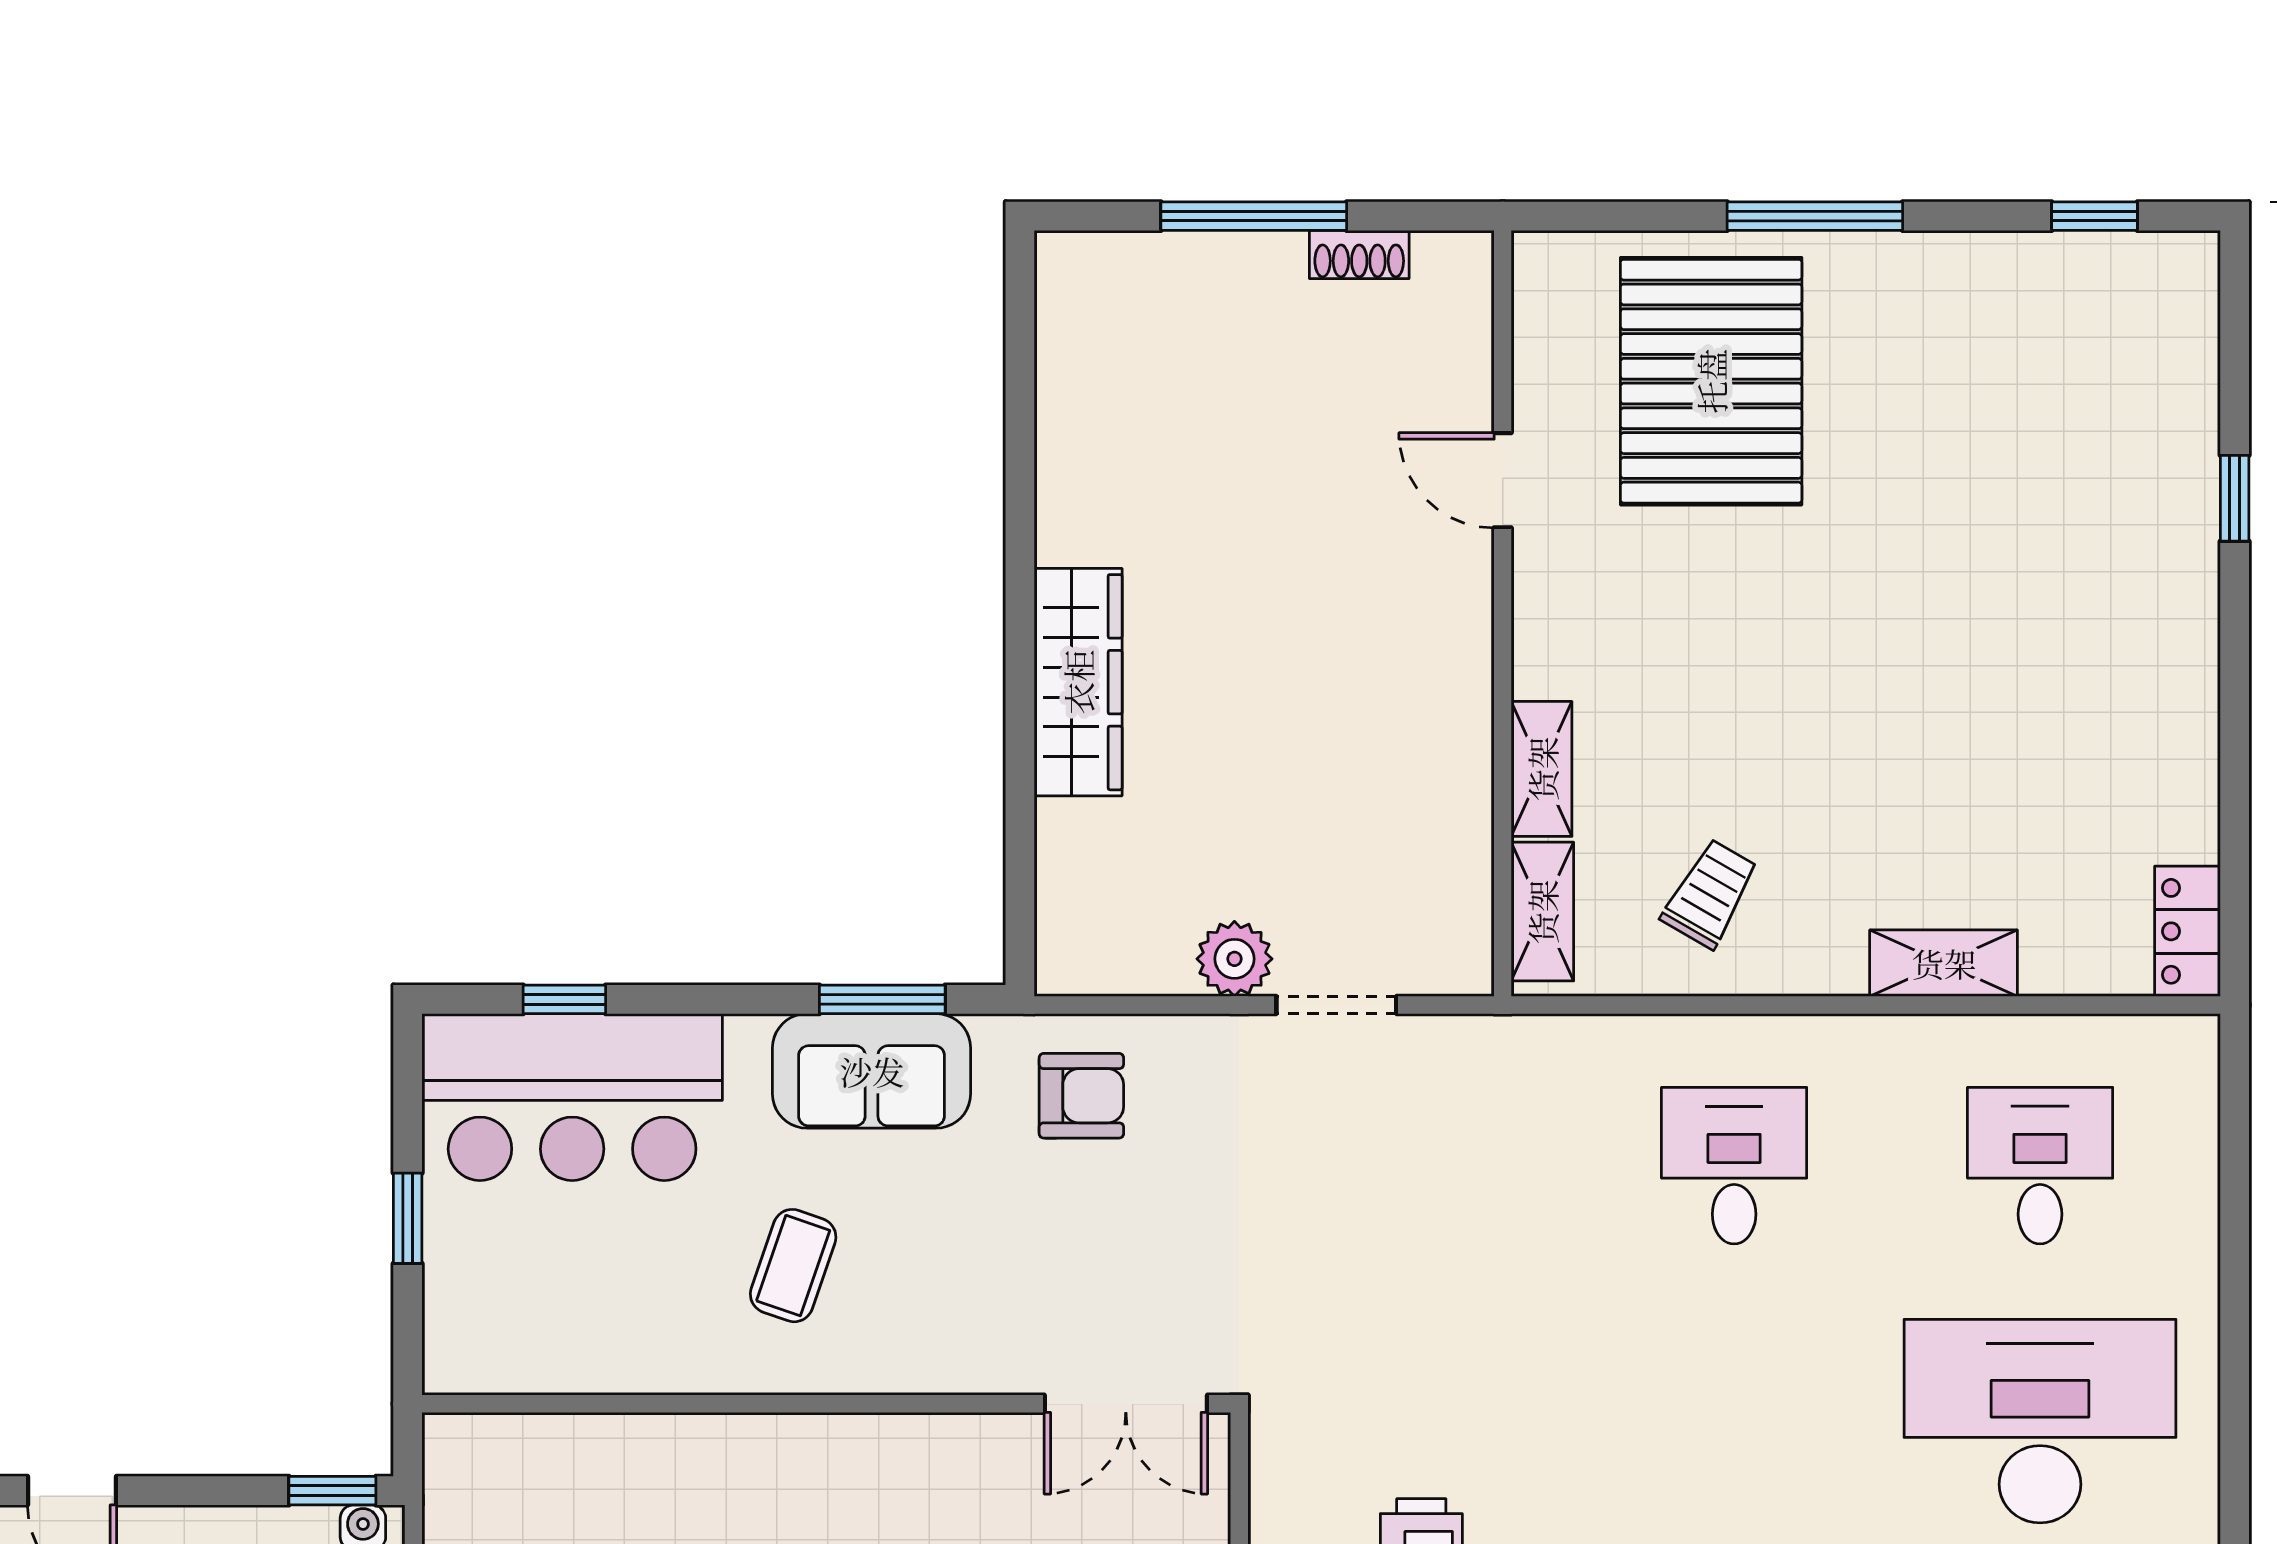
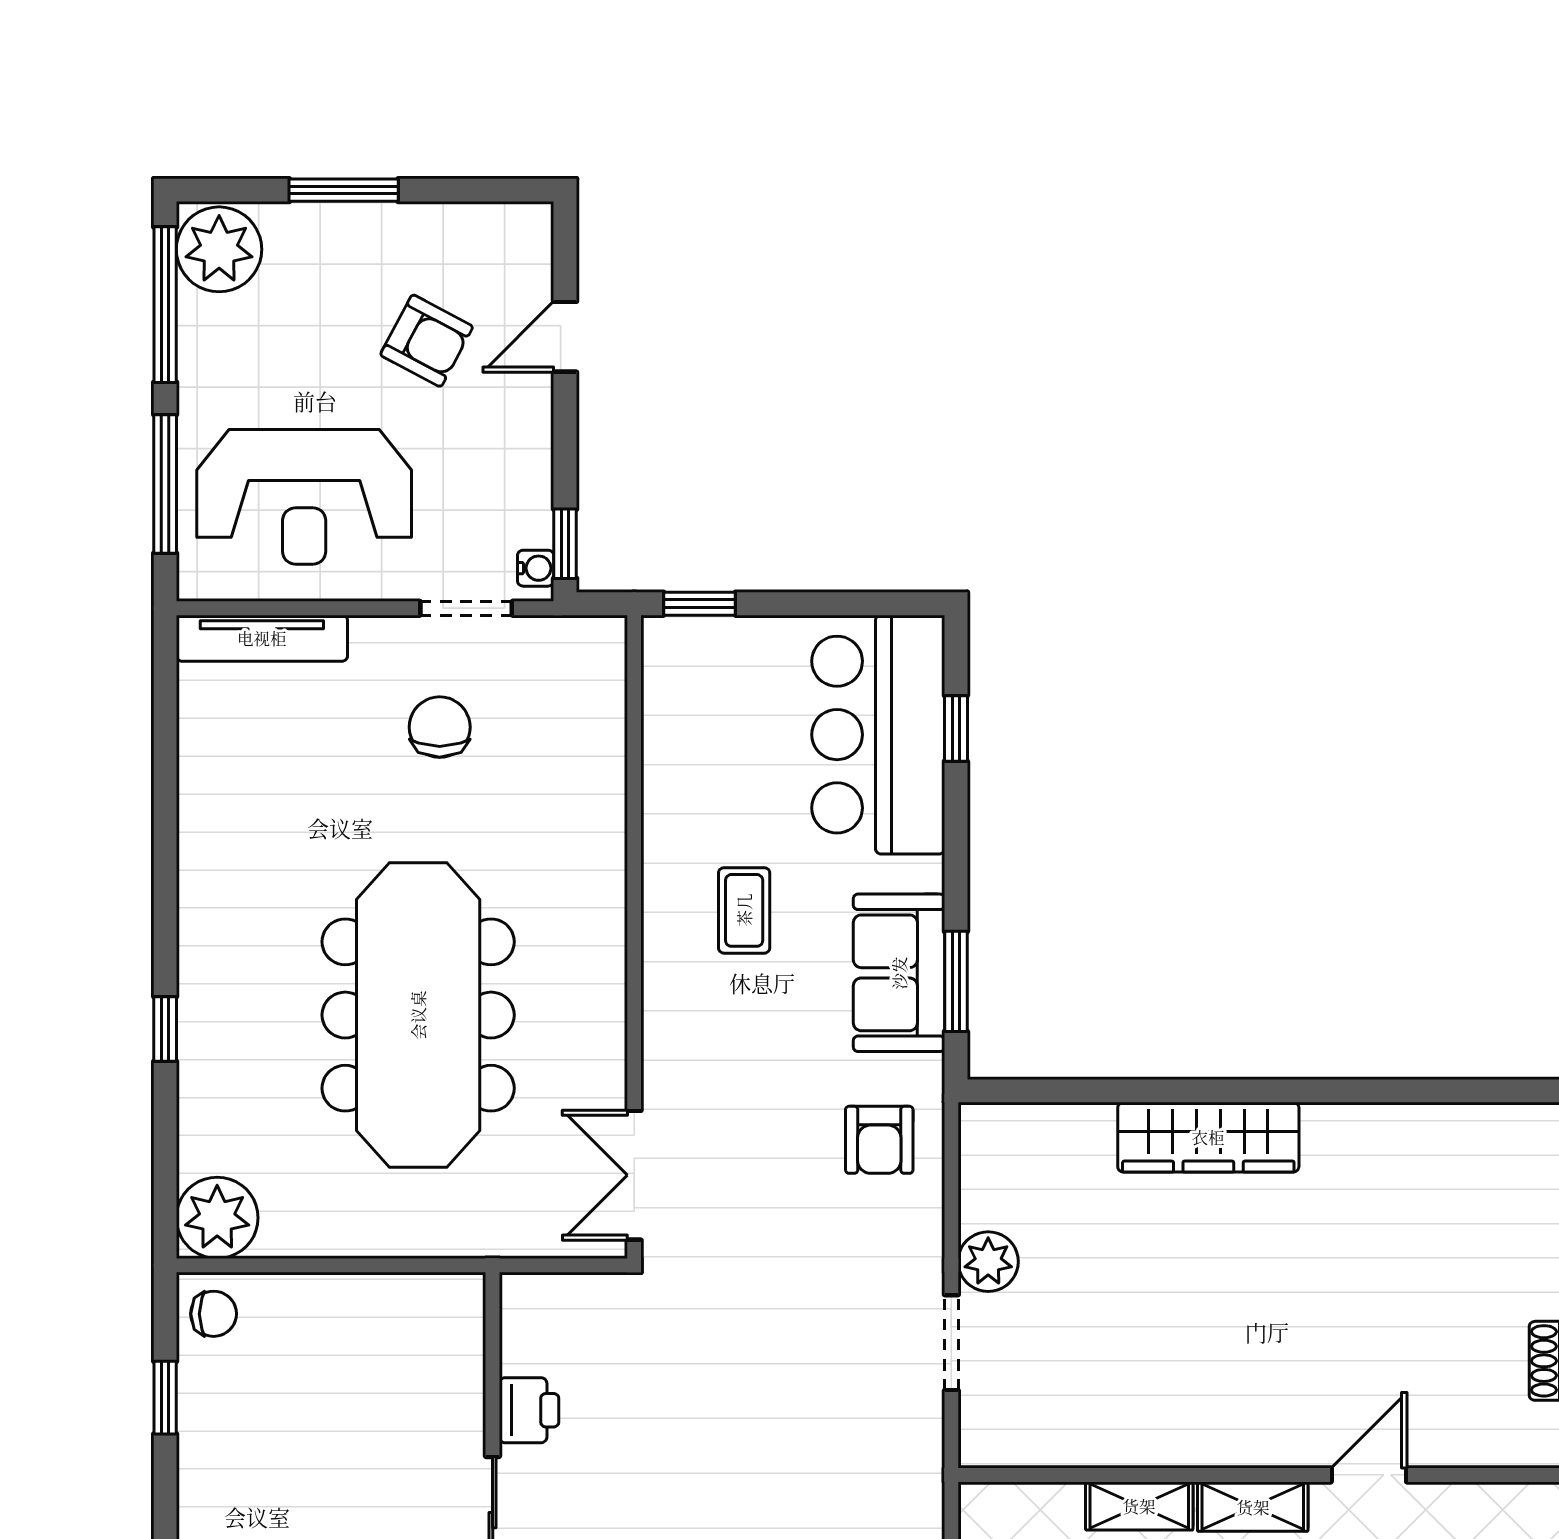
shelving: (1542, 912) -> (1253, 1507), moved
window: (408, 1218) -> (699, 604), moved
coffee table: (793, 1266) -> (744, 910), turned 71

